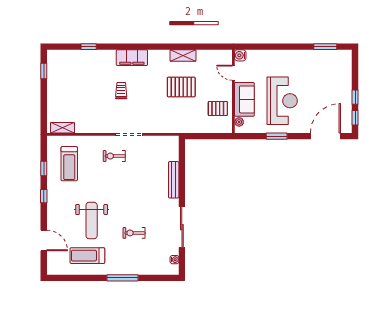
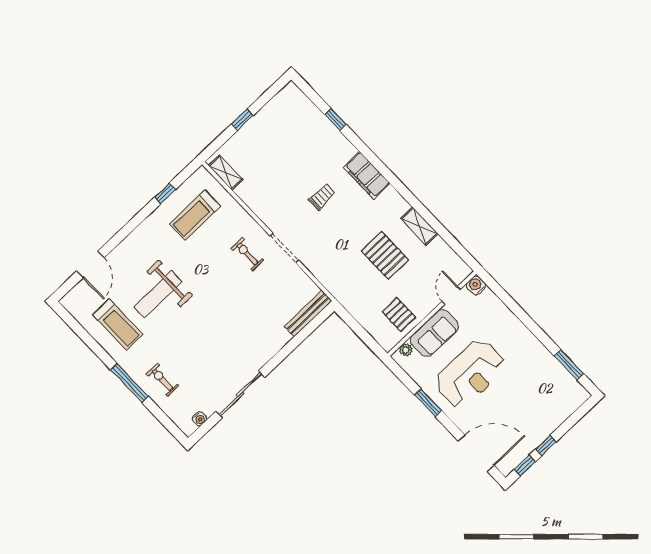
window: (44, 71) -> (242, 120), moved
bench: (174, 180) -> (308, 314), moved
window: (44, 196) -> (136, 221), removed
exercise bike: (134, 233) -> (163, 380), moved
treadmill: (87, 256) -> (118, 324), turned 180

